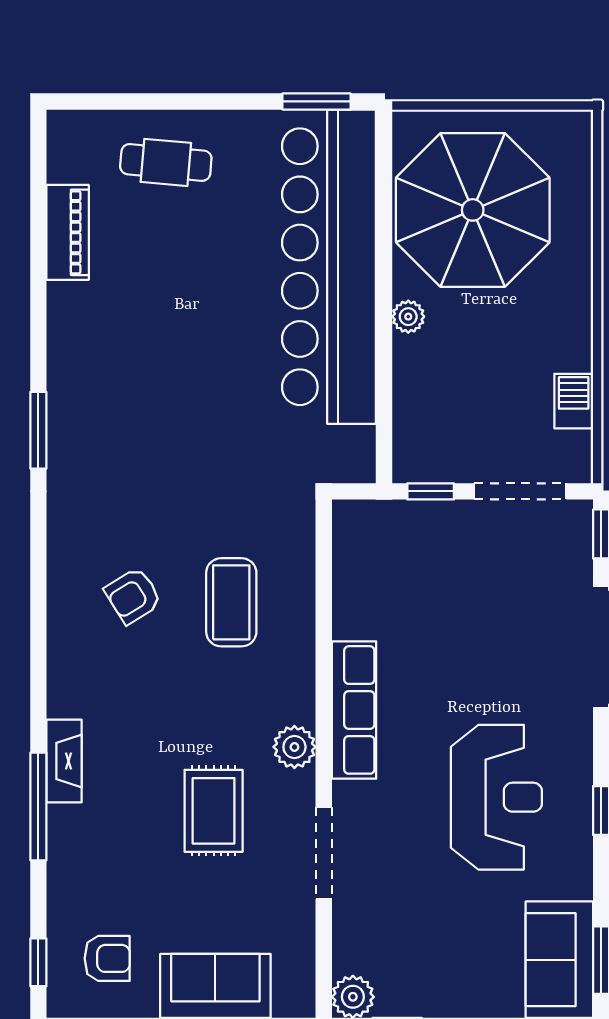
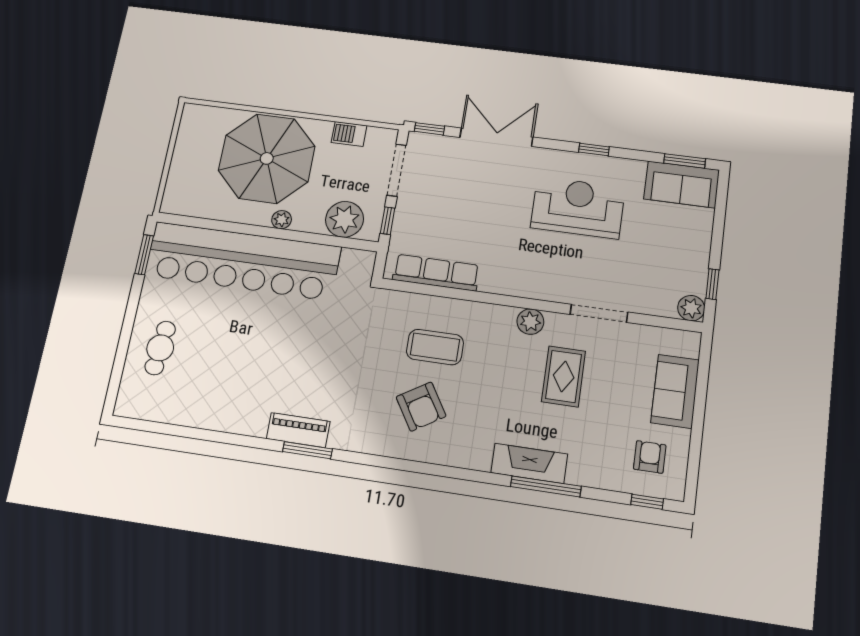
parasol: (473, 210) -> (267, 158), moved
piano: (68, 232) -> (298, 430), moved
plant: (423, 420) -> (345, 219), added
armchair: (133, 596) -> (421, 407), width x1.38, depth x1.38
row of seats: (354, 710) -> (436, 273), moved
fireplace: (64, 761) -> (529, 463), width x1.37, depth x1.32
rug: (214, 811) -> (564, 376), turned 90

